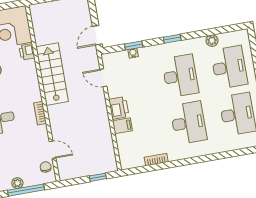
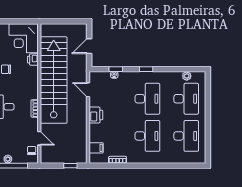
door: (97, 35) -> (89, 46), moved
plant: (212, 41) -> (187, 76), moved
stairs: (52, 74) -> (54, 80), width x1.86, depth x1.51
filing cabinet: (122, 126) -> (96, 148), moved

